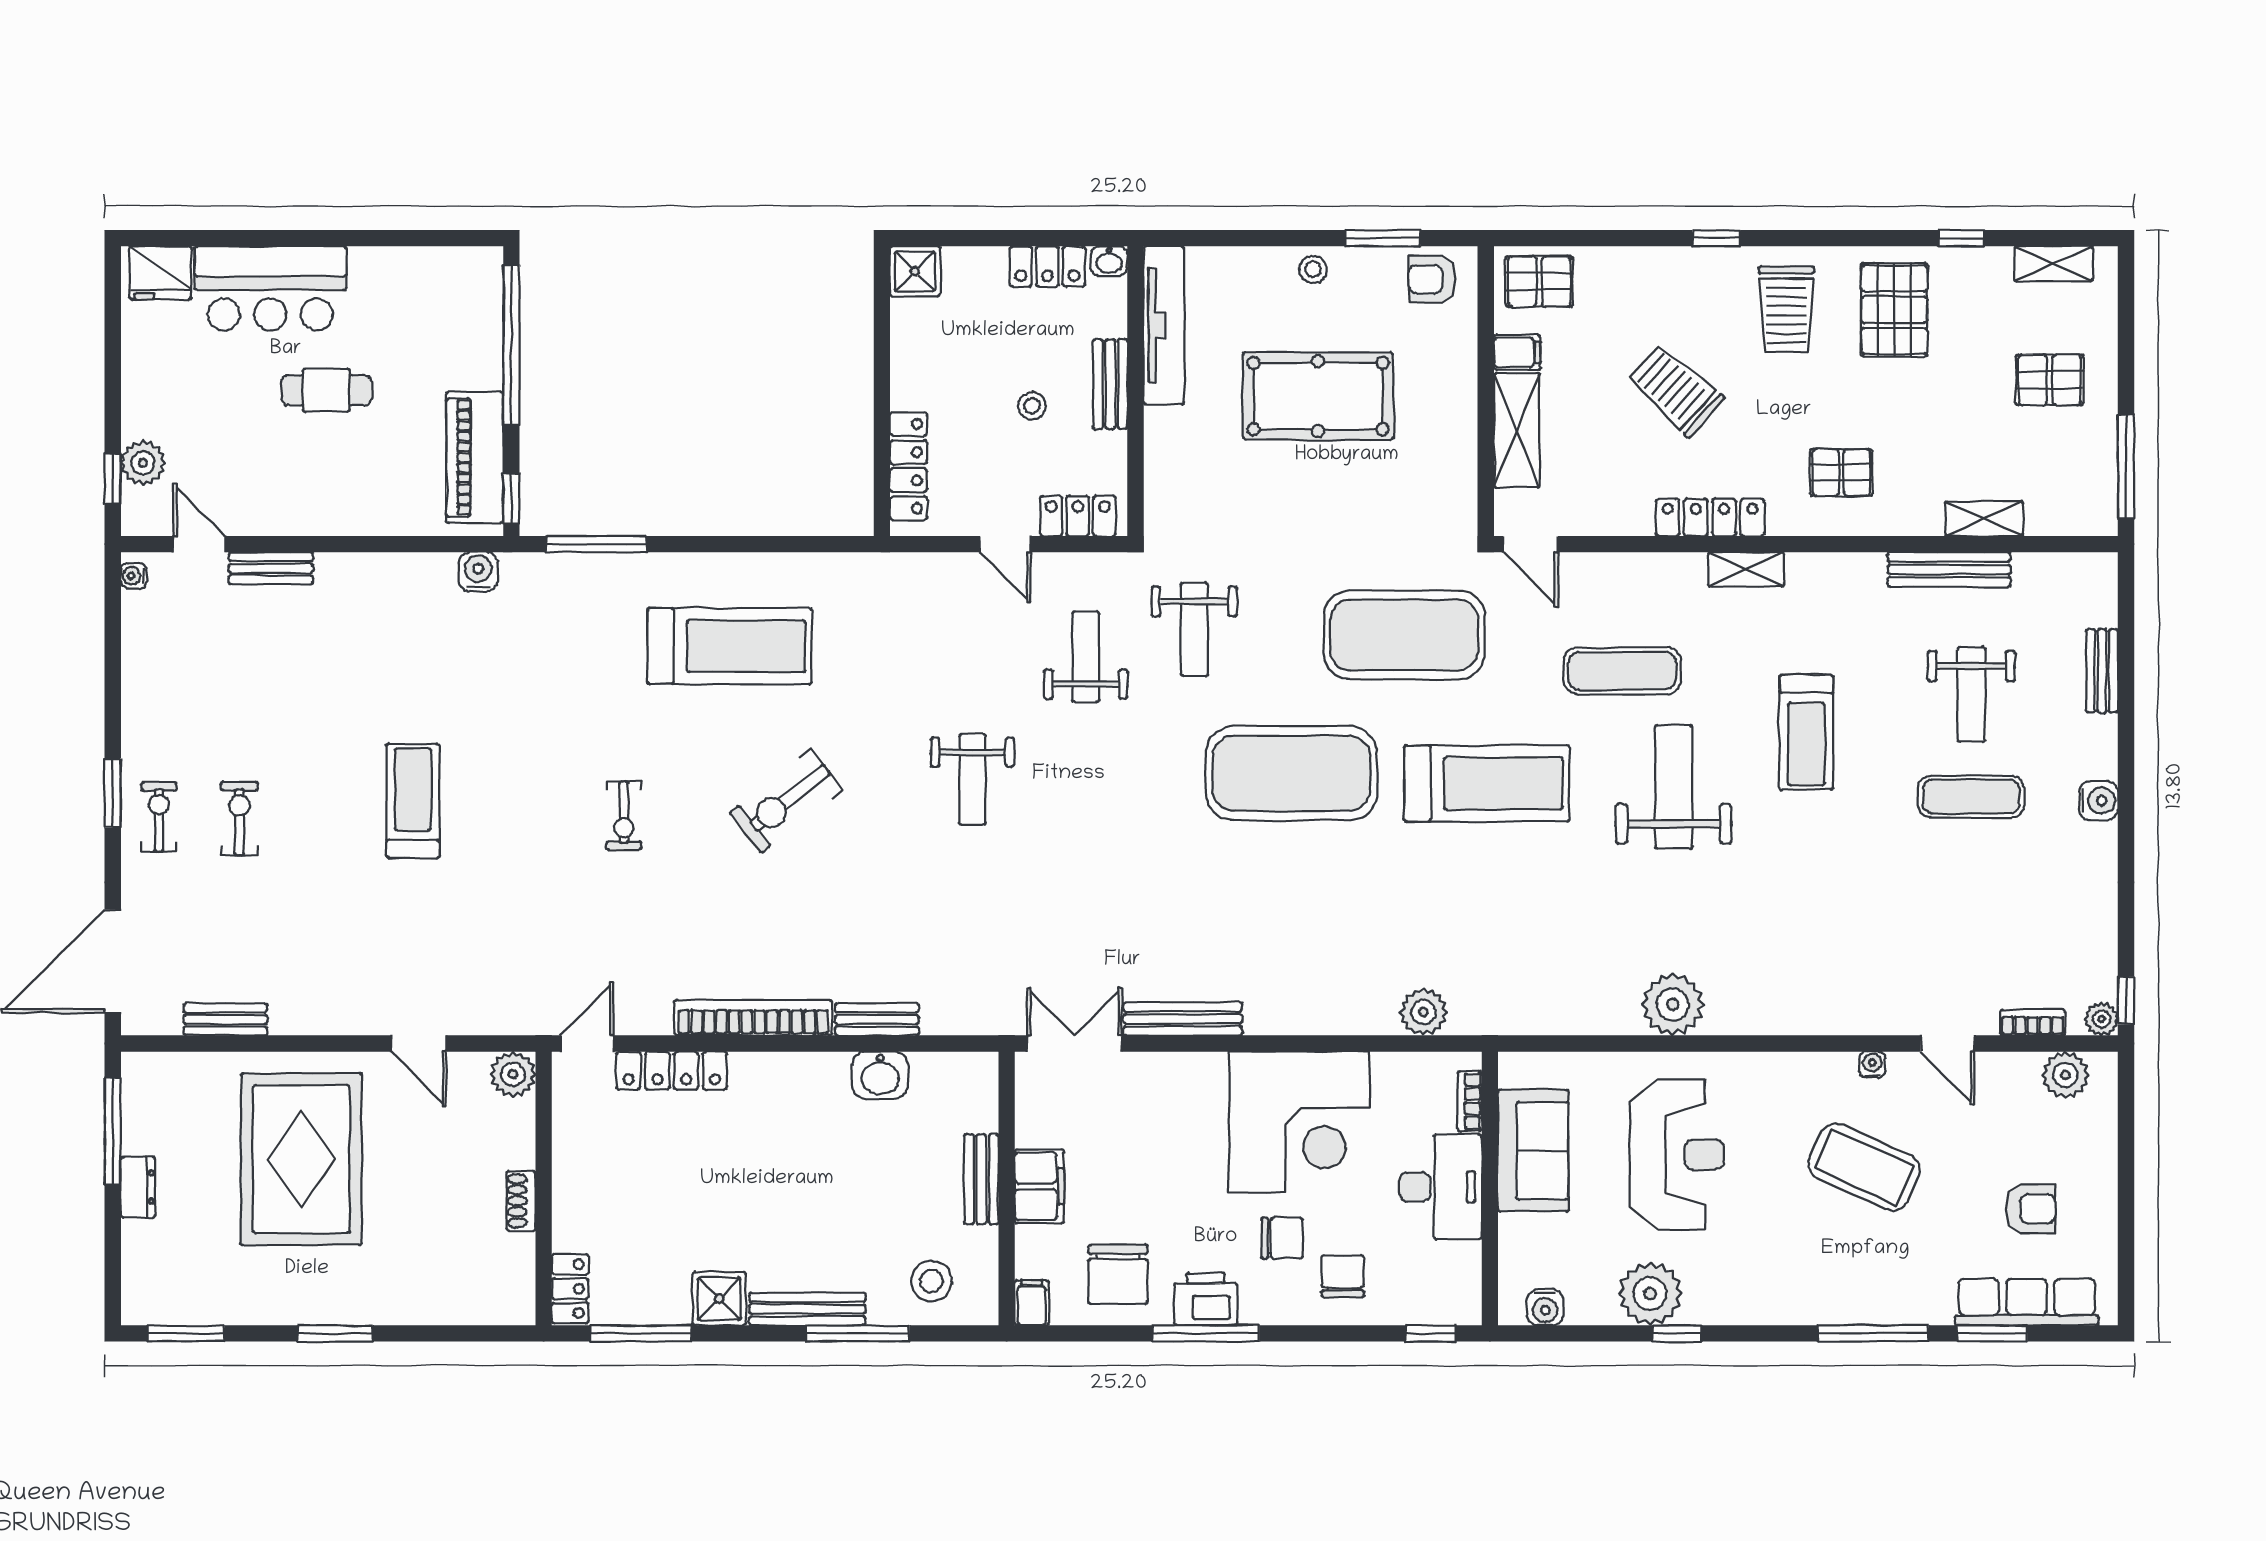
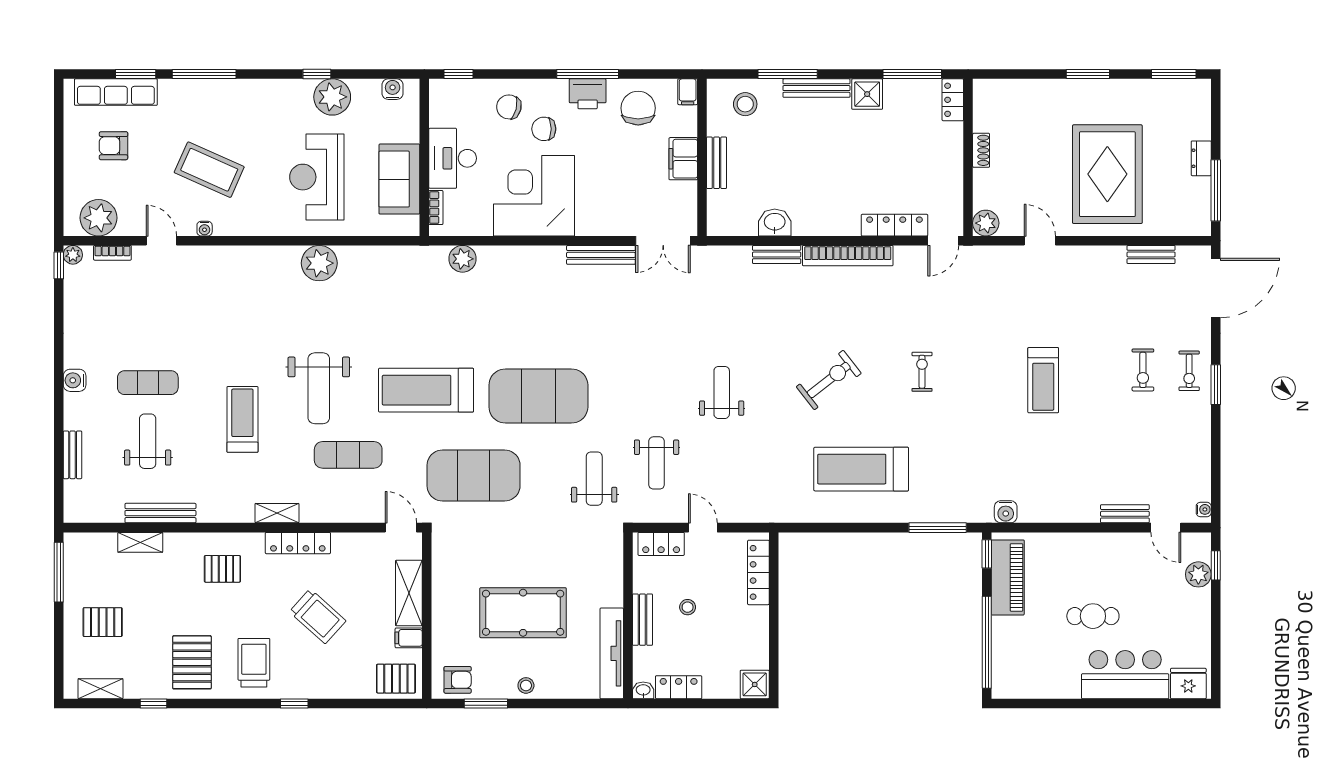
plant: (2065, 1075) -> (98, 218), width x1.36, depth x1.36
chair: (1343, 1276) -> (509, 107), turned 104

